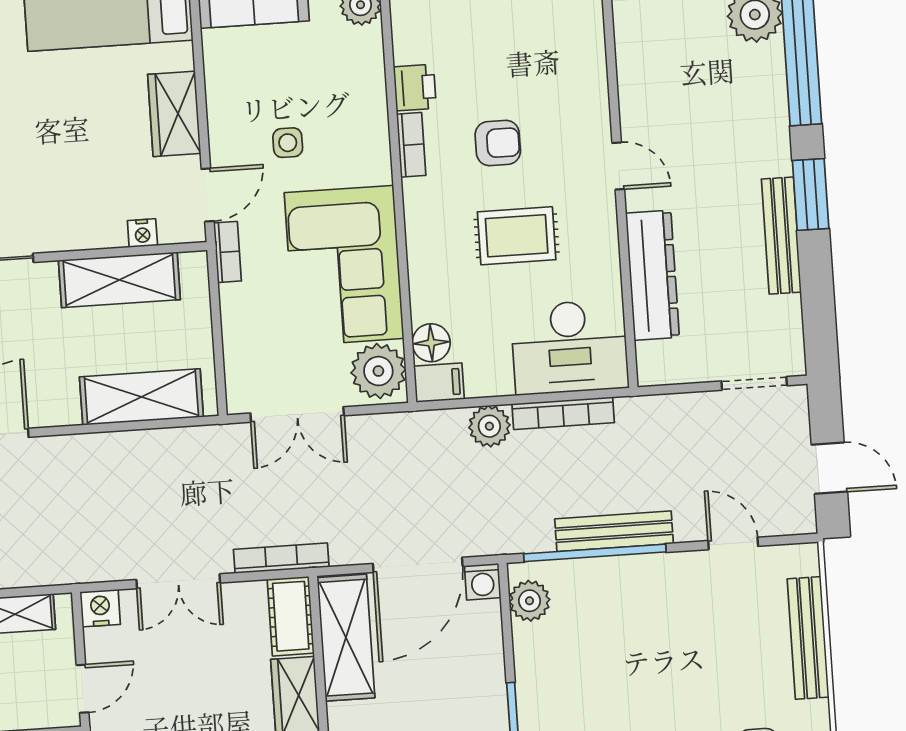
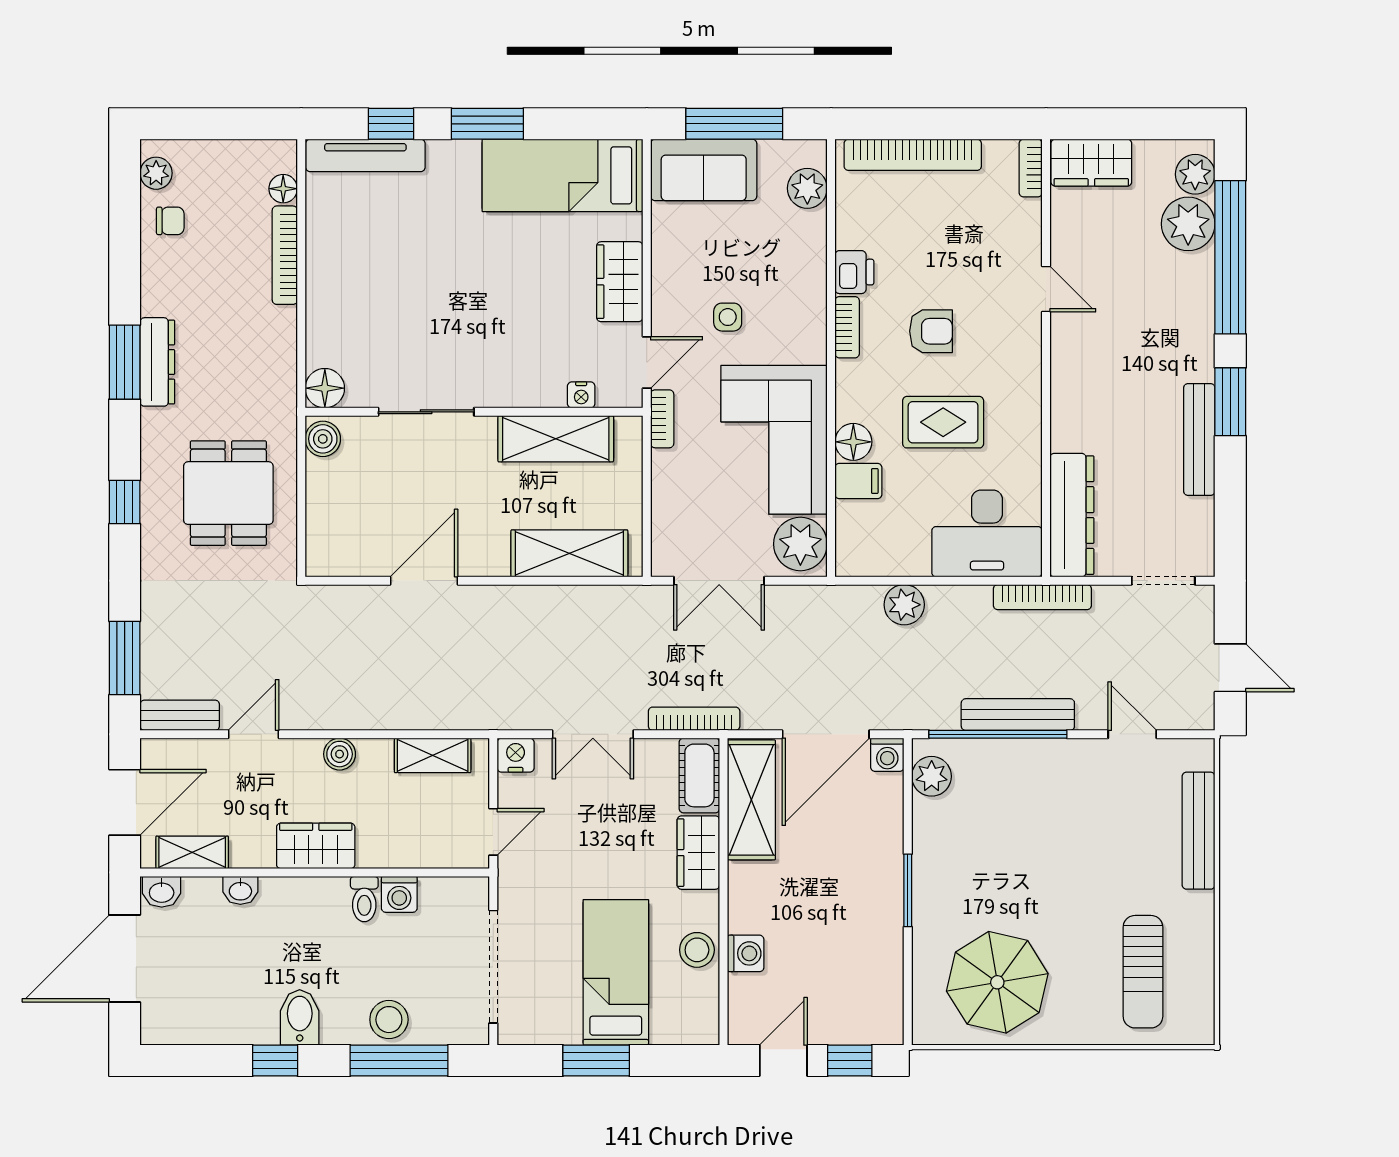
door: (618, 166) -> (1046, 289), moved
dresser: (652, 275) -> (1072, 515), moved
floor lamp: (431, 343) -> (853, 442), moved
filing cabinet: (439, 383) -> (858, 481), moved
bookcase: (563, 413) -> (1042, 597), moved

